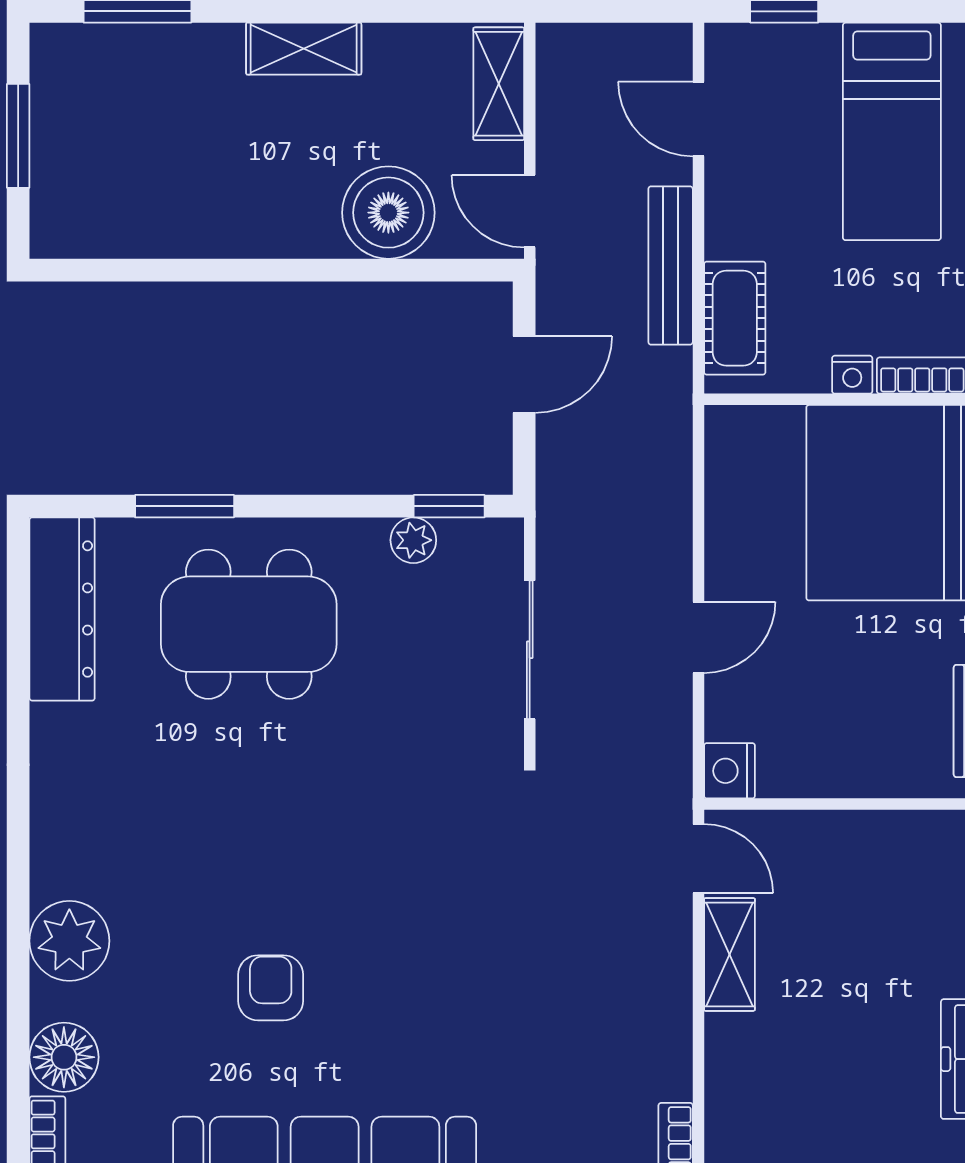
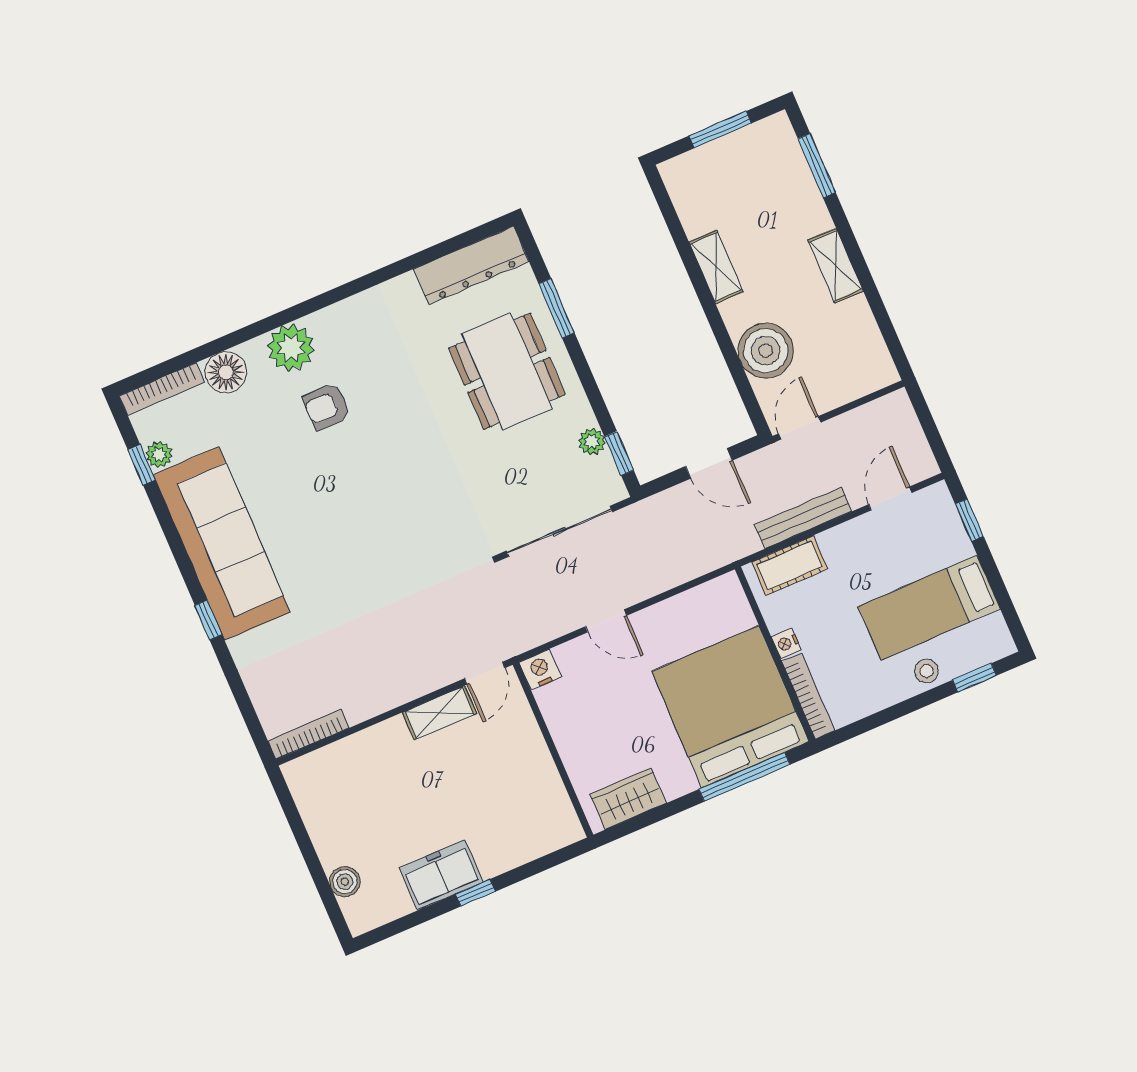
shelving: (499, 84) -> (716, 267), moved, turned 90
sliding door: (530, 650) -> (559, 531), width x1.37
armchair: (271, 988) -> (327, 406), moved, turned 180

